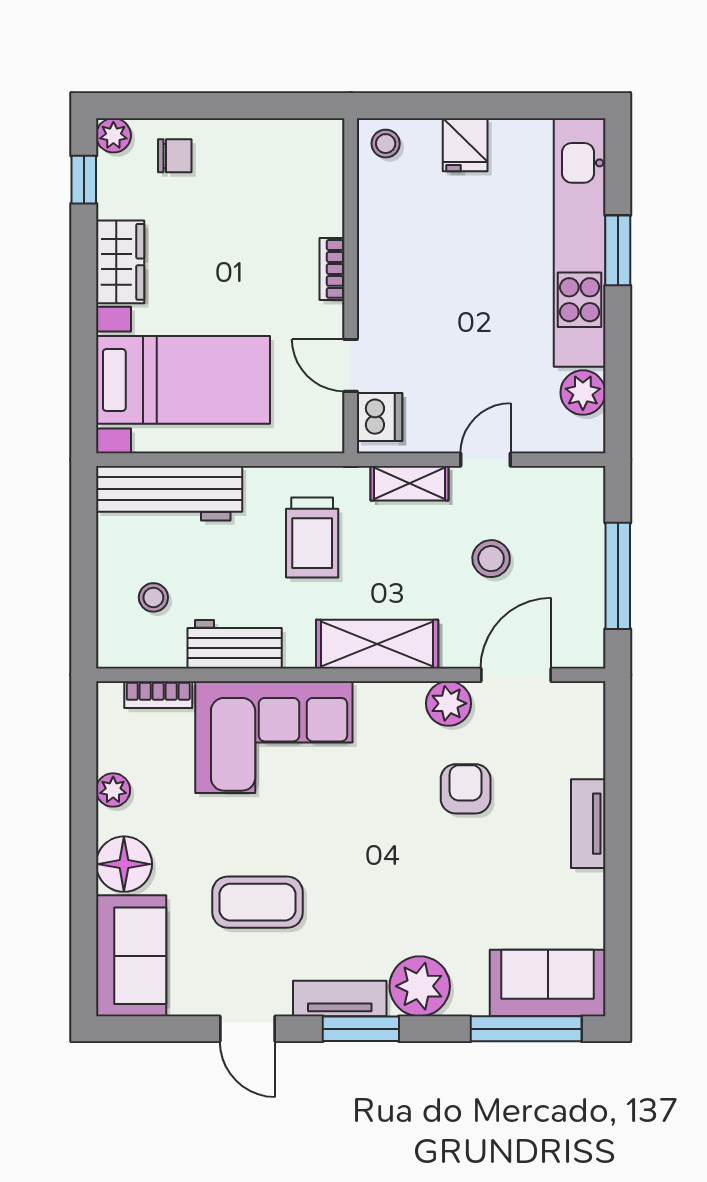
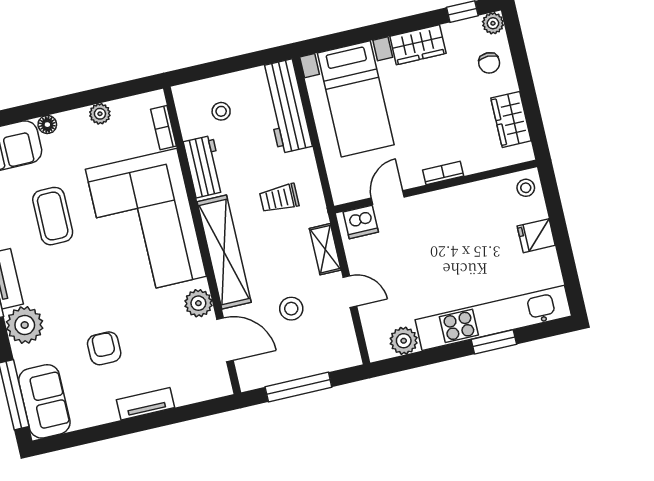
wardrobe: (272, 142) -> (511, 119), added
trolley: (312, 537) -> (279, 198), width x0.73, depth x0.72
shelving: (377, 644) -> (224, 252), width x1.47
corner sofa: (274, 737) -> (146, 223), width x1.36, depth x1.36
armchair: (466, 789) -> (104, 348), moved, turned -90
floor lamp: (124, 864) -> (47, 125), width x0.53, depth x0.53

